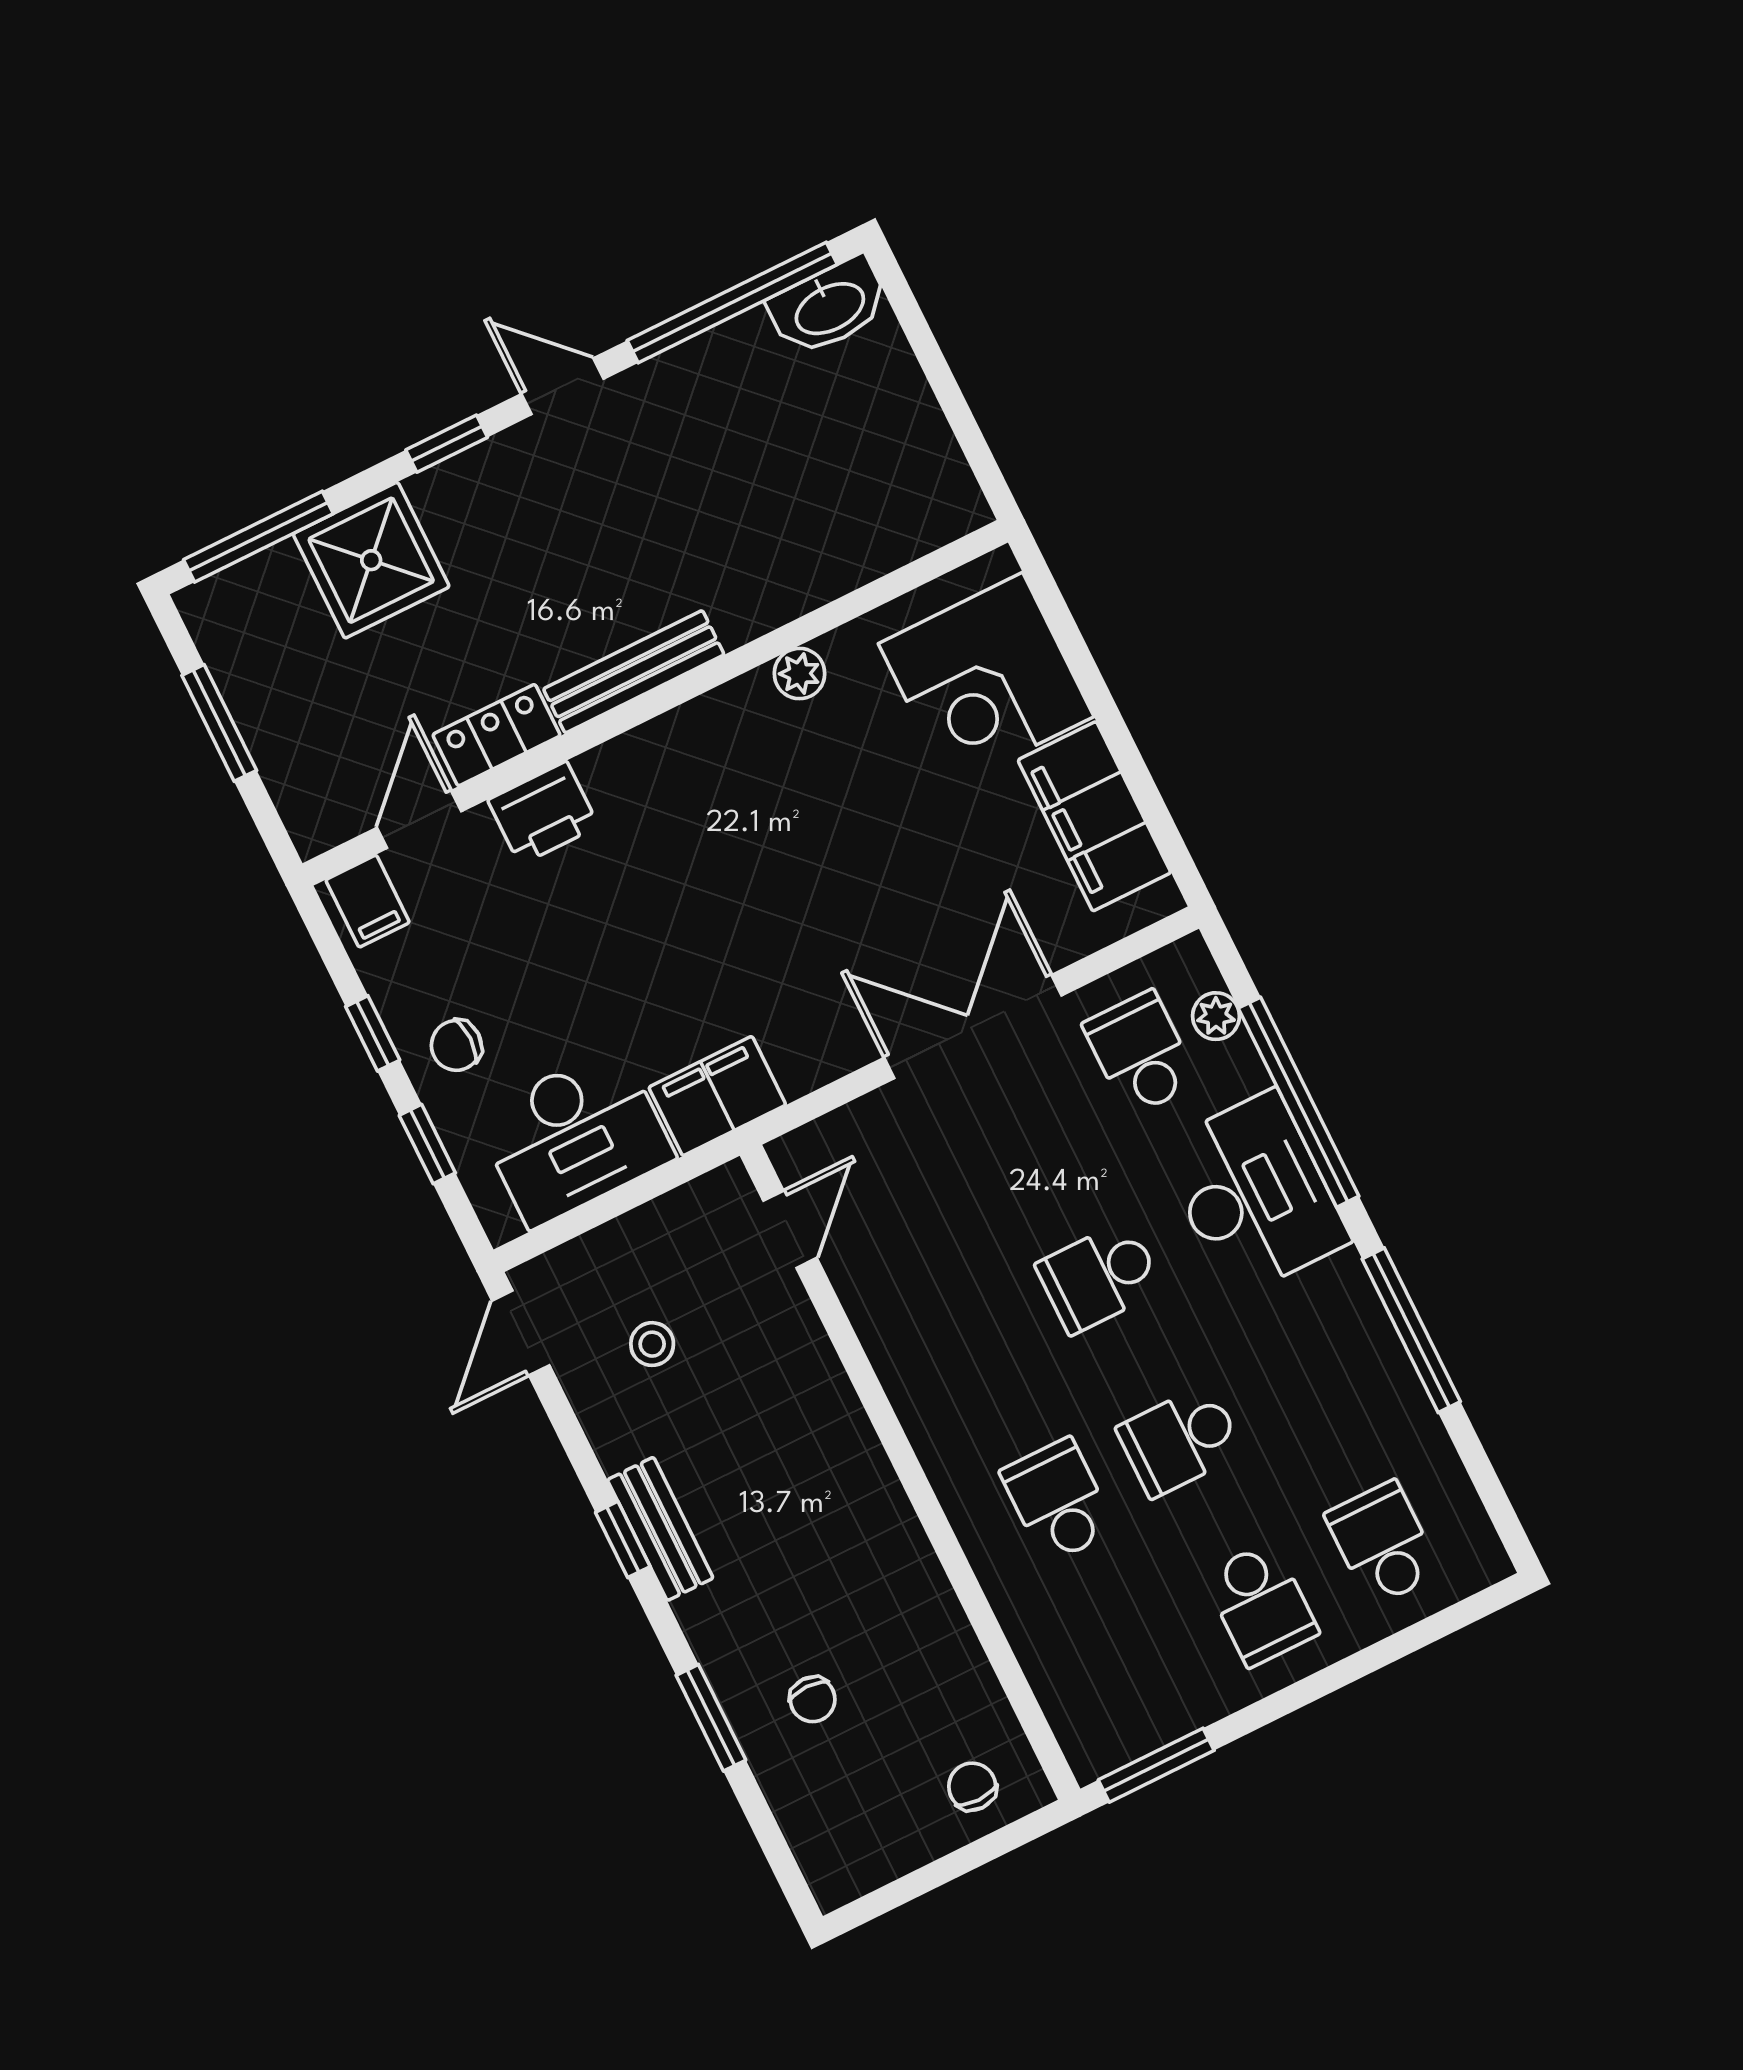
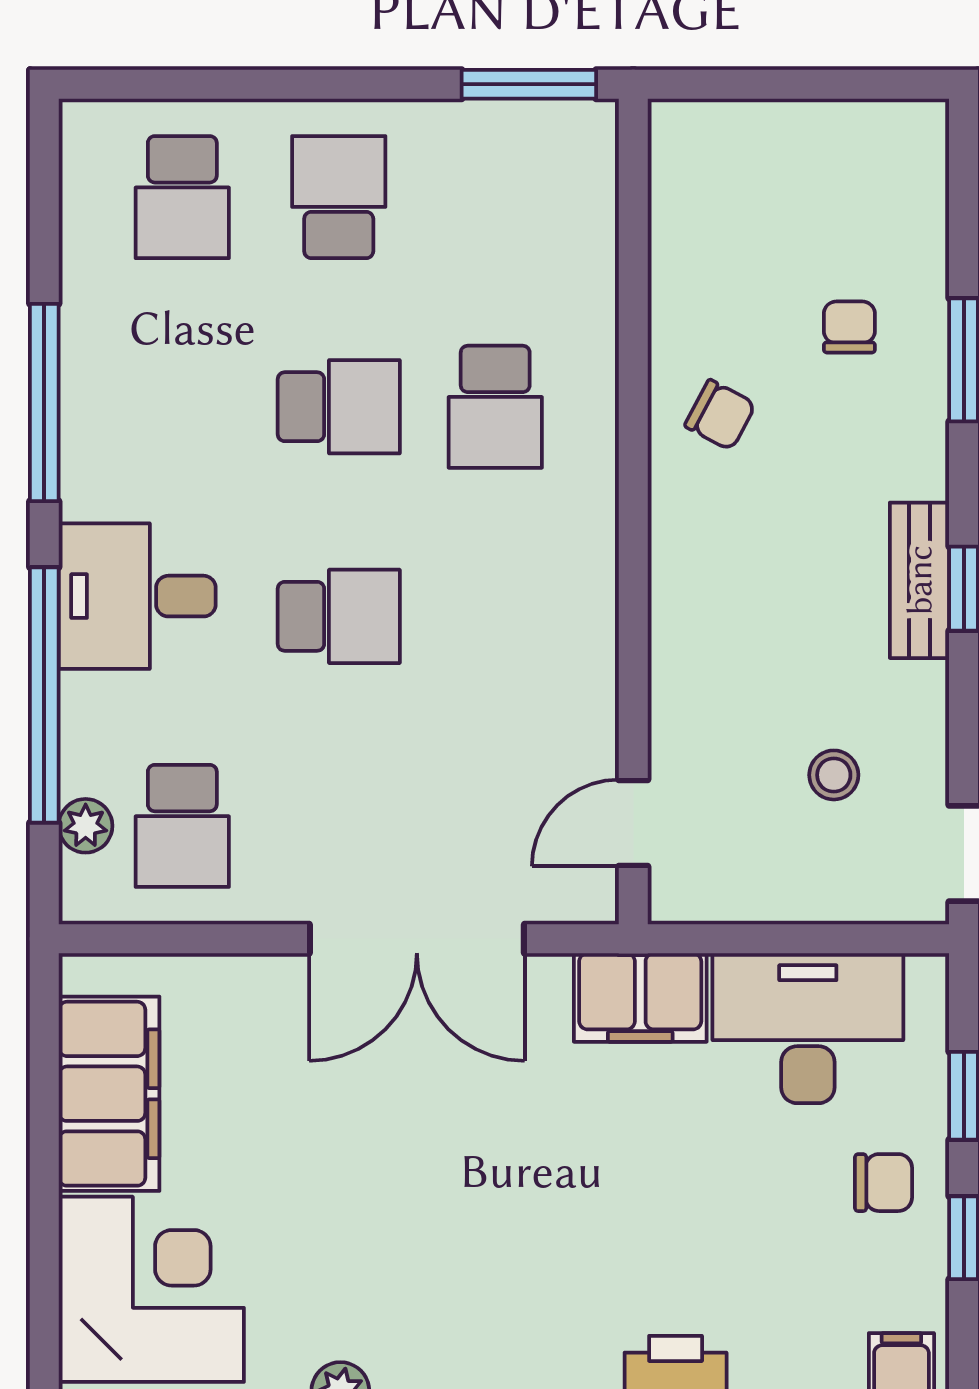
double door: (973, 1027) -> (417, 939), moved
desk: (1254, 1194) -> (137, 596), width x0.73
chair: (972, 1787) -> (720, 415), moved, turned -62

